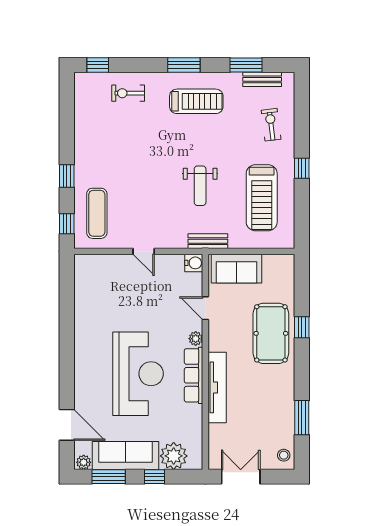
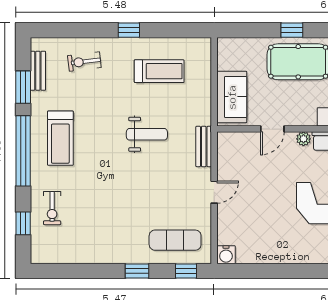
window: (98, 65) -> (23, 223), moved
window: (184, 65) -> (23, 151), width x2.11
treadmill: (196, 101) -> (60, 138), turned 180
treadmill: (262, 198) -> (159, 71), width x0.73, depth x0.73
bench: (208, 241) -> (204, 146), moved
water cooler: (194, 263) -> (226, 255), moved, turned 180

